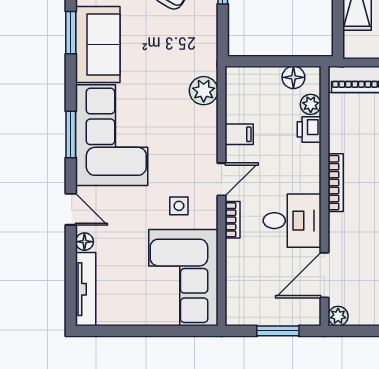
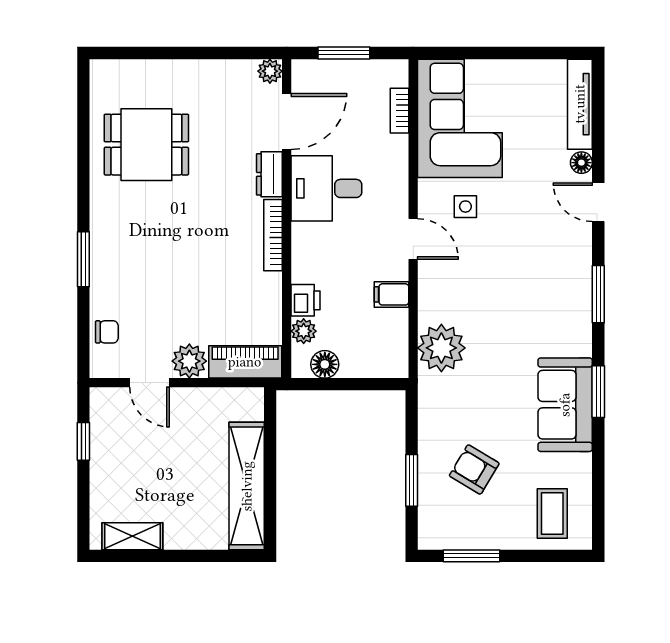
window: (71, 33) -> (598, 392), moved
plant: (204, 91) -> (441, 348), width x1.36, depth x1.36
corner sofa: (112, 135) -> (548, 293), removed
door: (222, 179) -> (413, 239), swing flipped
bookcase: (233, 220) -> (400, 111), moved
dresser: (339, 232) -> (269, 174), added

